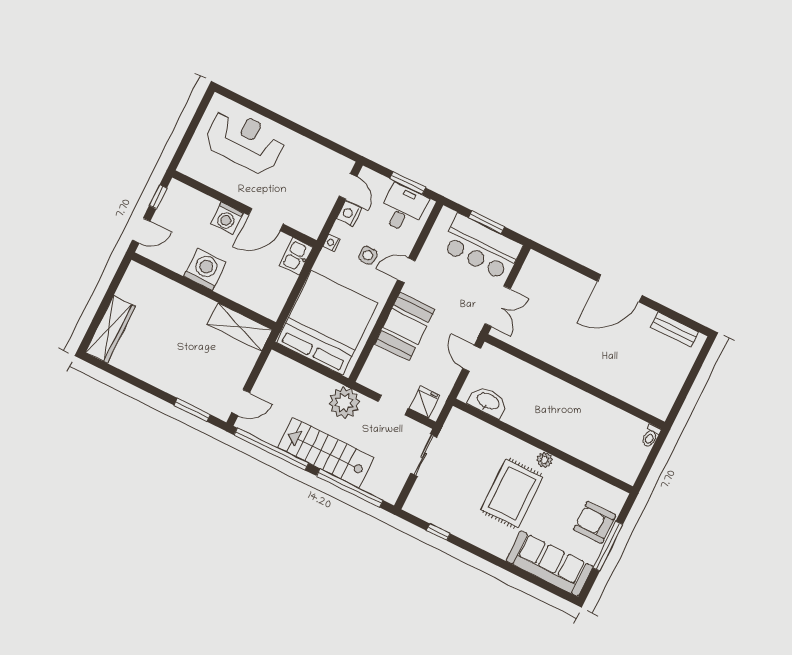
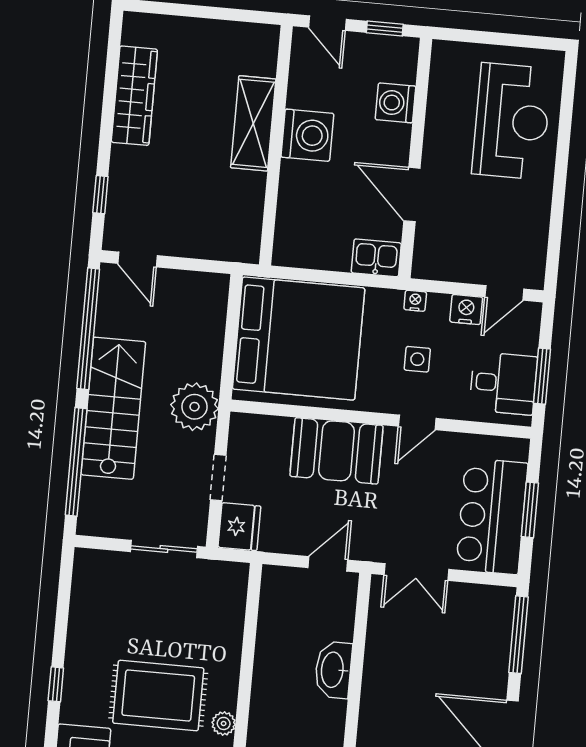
washing machine: (227, 218) -> (395, 103), moved
window: (560, 259) -> (519, 635), added
door: (406, 270) -> (417, 422), swing flipped
shelving: (240, 327) -> (253, 123), moved
wardrobe: (110, 329) -> (134, 96), moved, turned -90
fridge: (424, 402) -> (239, 527), width x1.38
washbasin: (488, 402) -> (333, 670), moved, turned 180
window: (192, 410) -> (100, 195), width x0.67
window: (438, 532) -> (56, 684), moved

